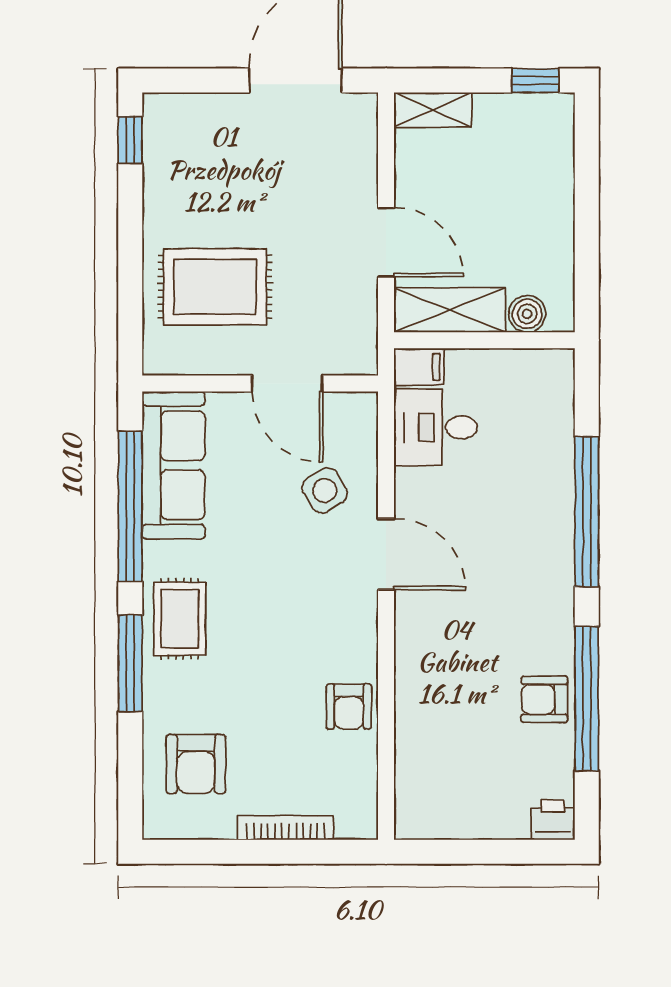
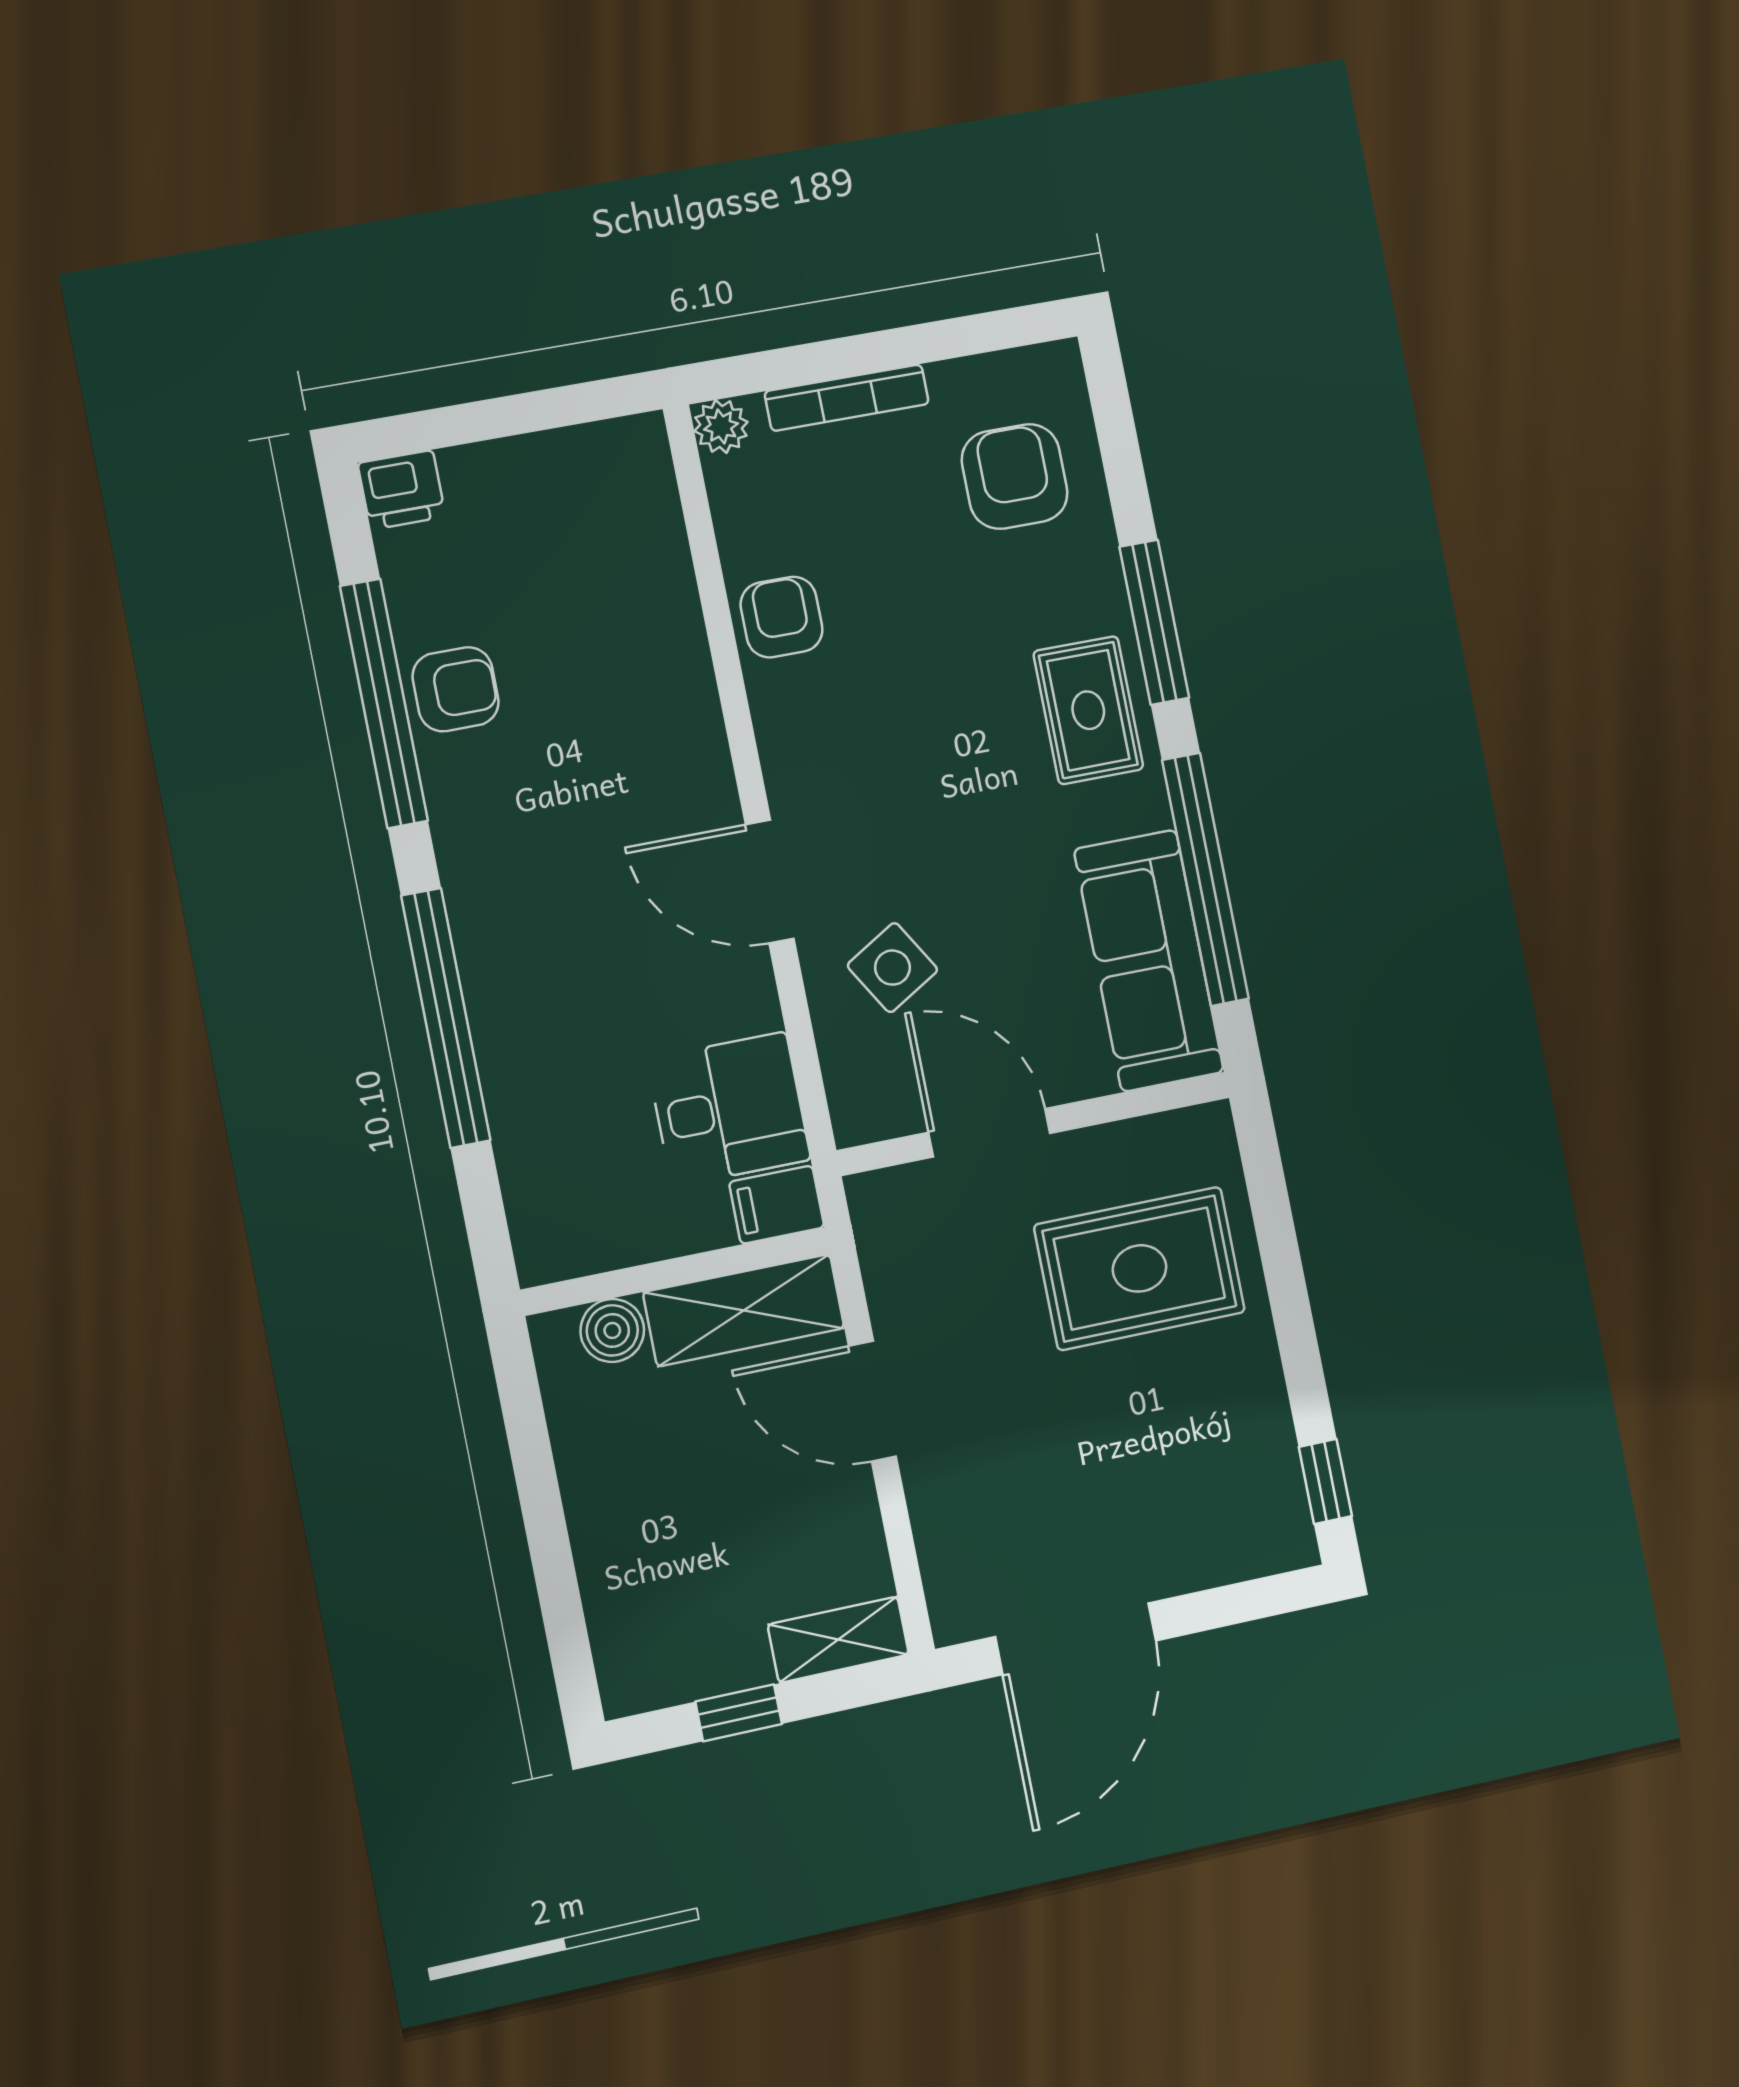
window: (535, 80) -> (739, 1713), moved
plant: (362, 824) -> (721, 427), added

